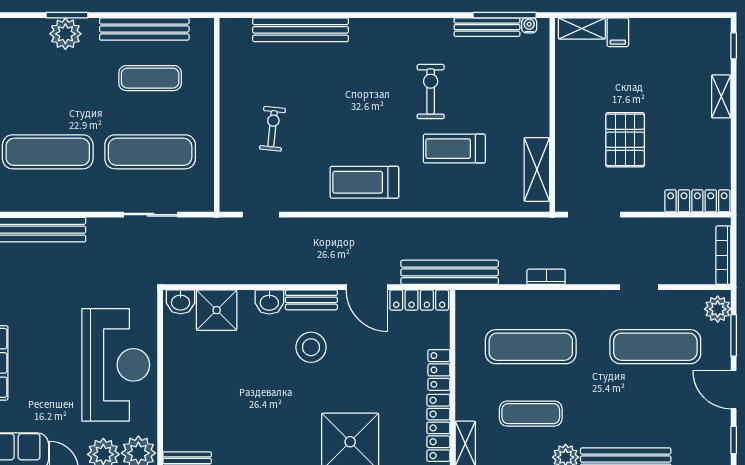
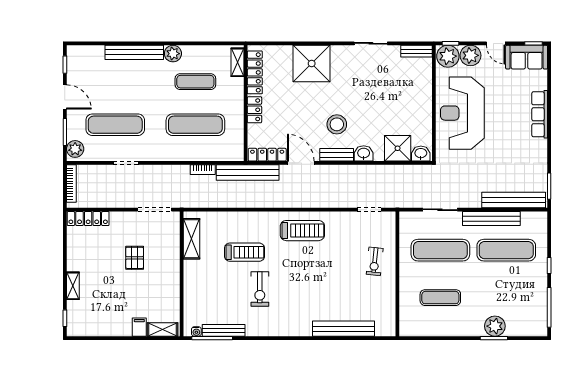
bench: (144, 29) -> (491, 219), moved
exercise bike: (273, 129) -> (375, 261), moved
pallet: (625, 140) -> (135, 258), width x0.67, depth x0.71
bookcase: (546, 277) -> (203, 170), moved

